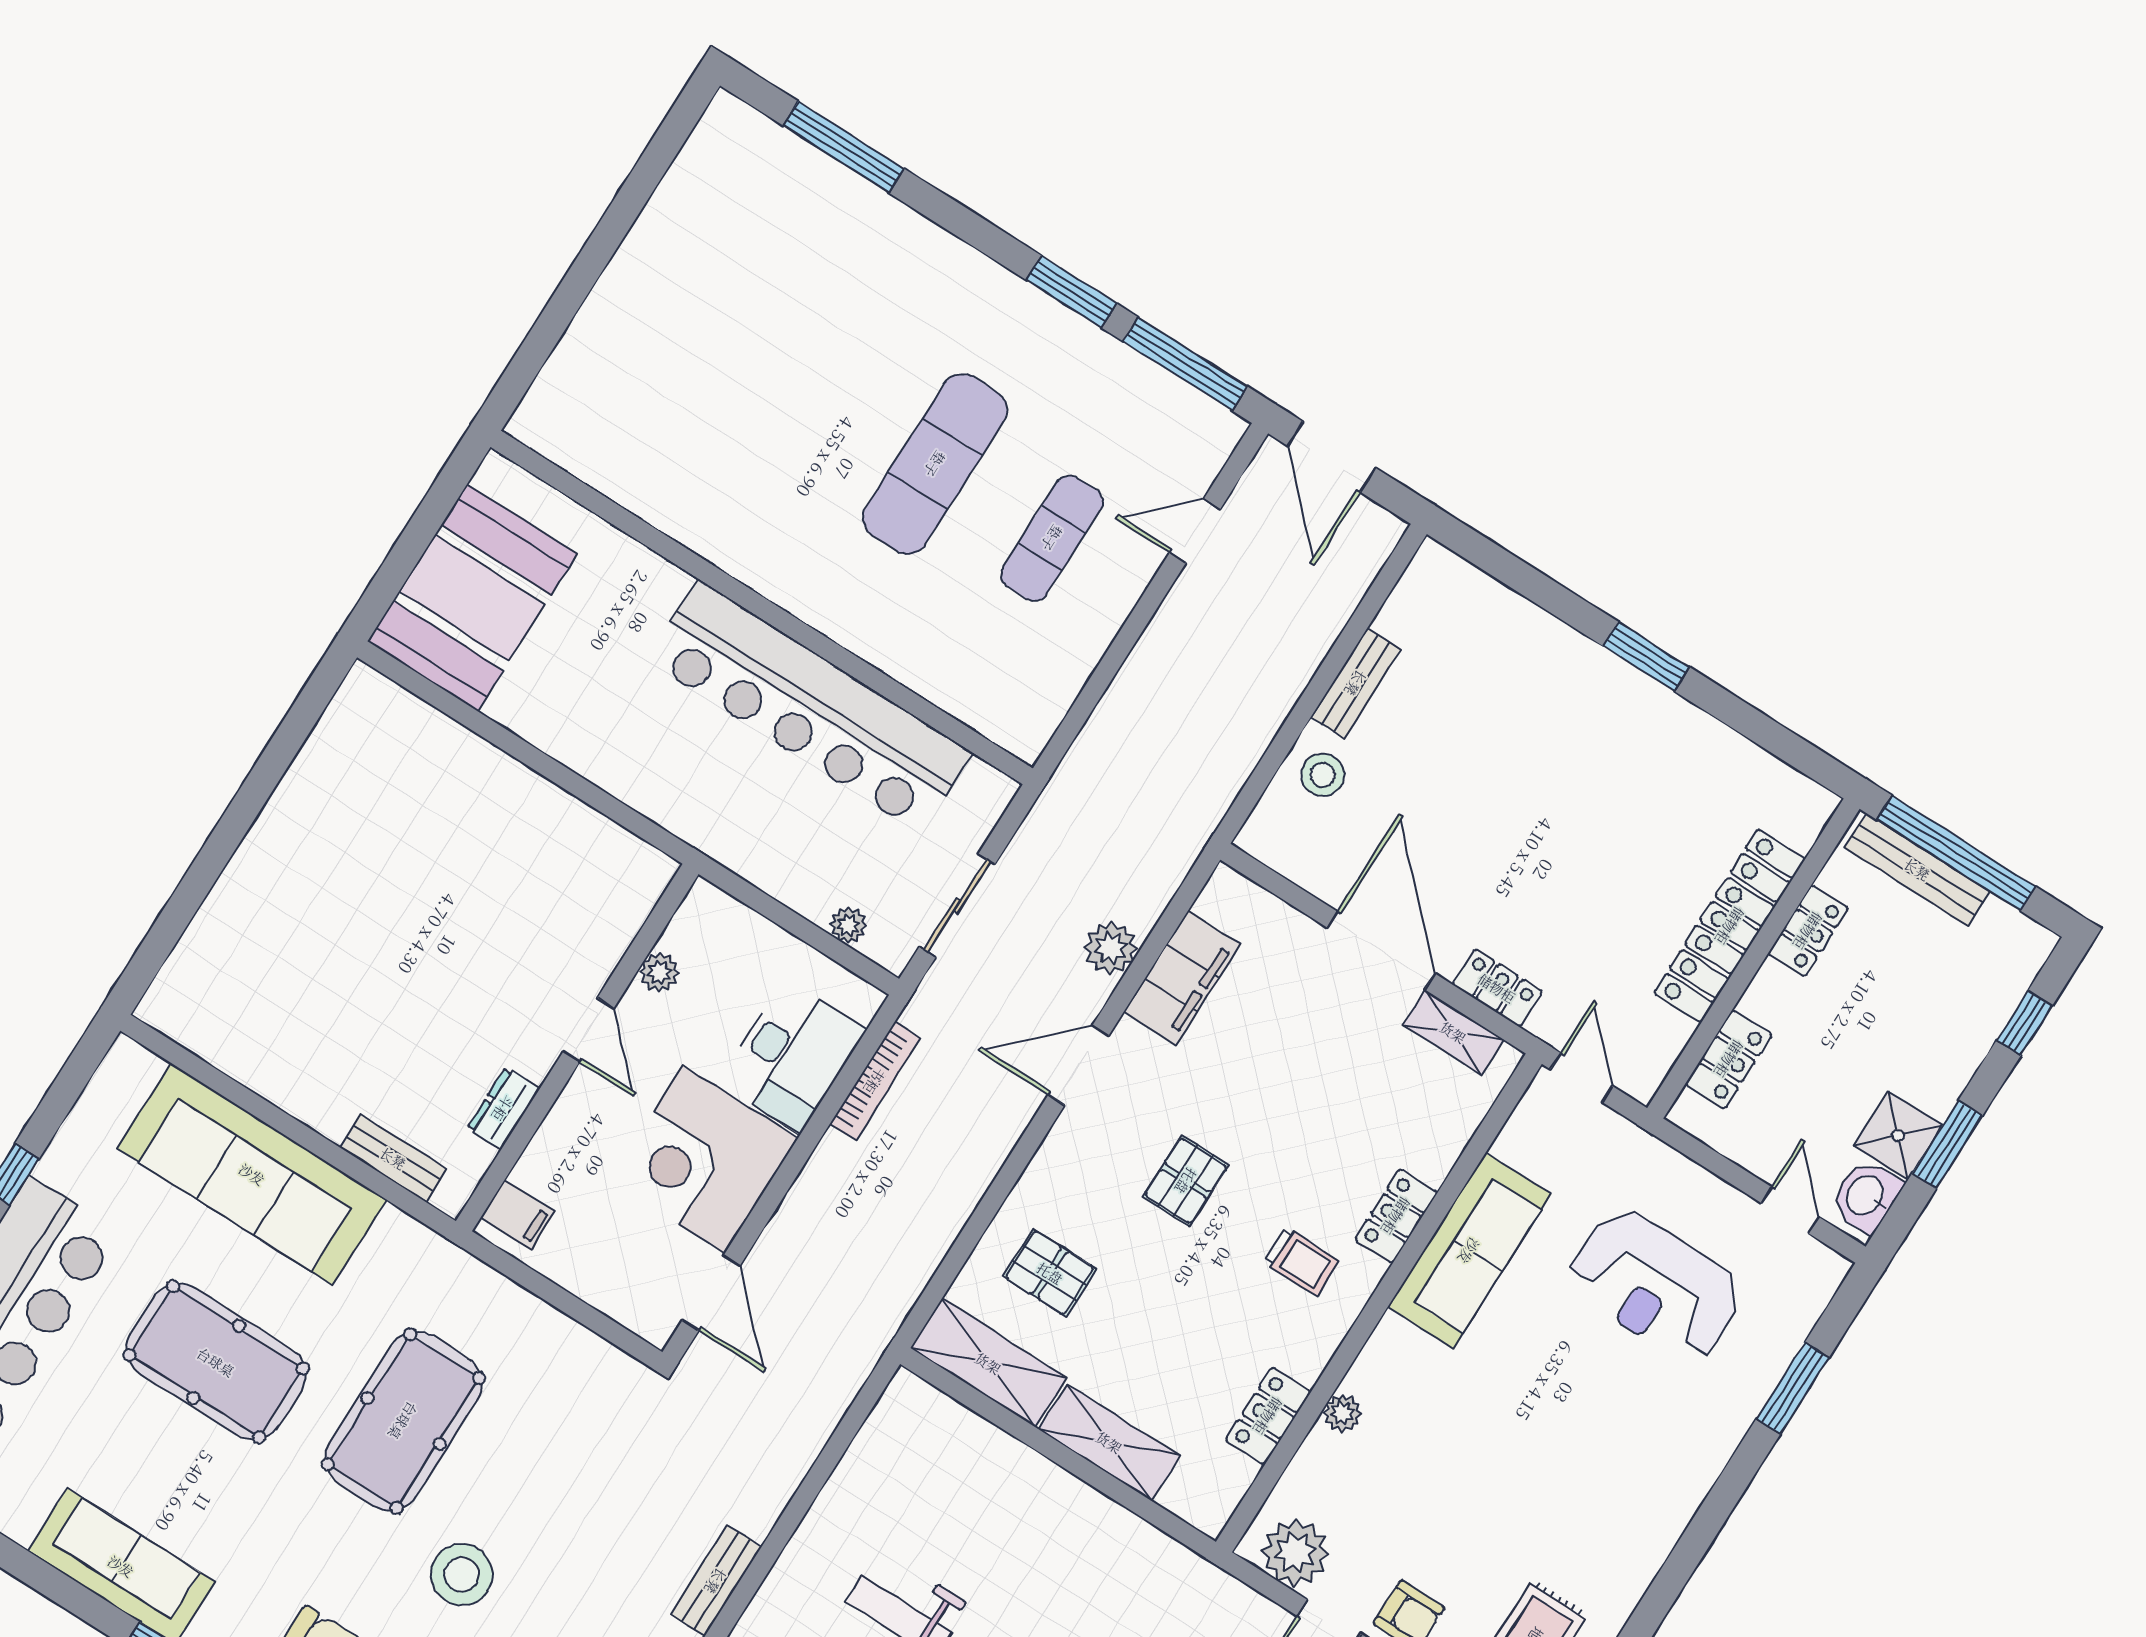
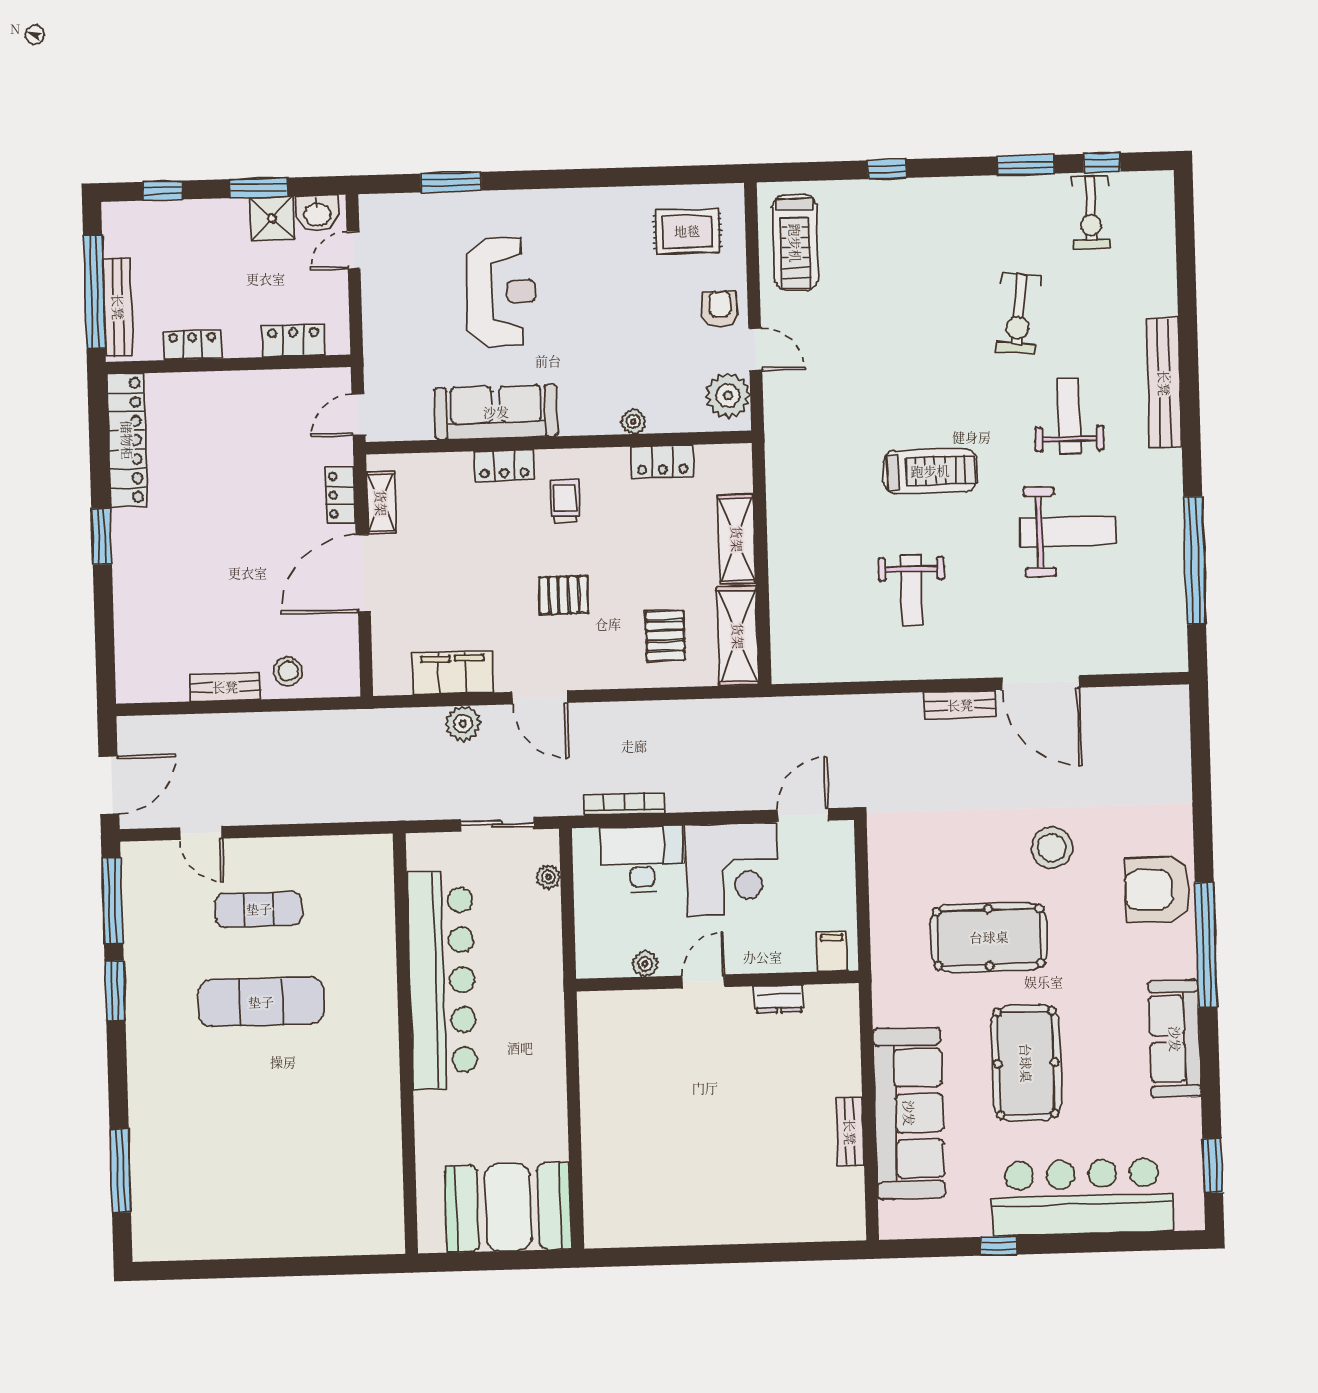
locker: (1730, 926) -> (127, 440), moved, turned -90
bench: (393, 1158) -> (850, 1132), moved
reception desk: (1655, 1286) -> (501, 292), moved

